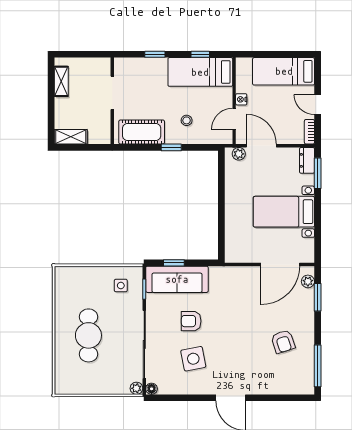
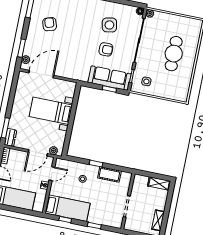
cot: (142, 132) -> (109, 175), width x0.73, depth x0.75
door: (261, 146) -> (38, 153), hinge flipped
bed with nightstands: (284, 212) -> (51, 111), moved, turned 180

